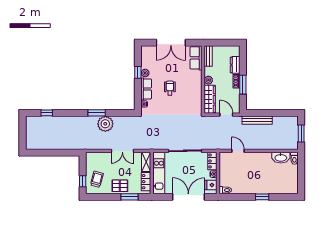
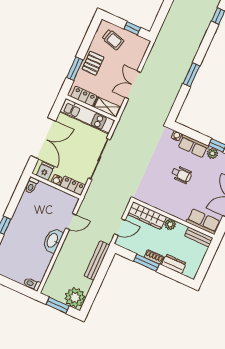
plant: (105, 124) -> (75, 298), moved
washbasin: (281, 158) -> (53, 241), moved
window: (83, 181) -> (132, 28), moved

